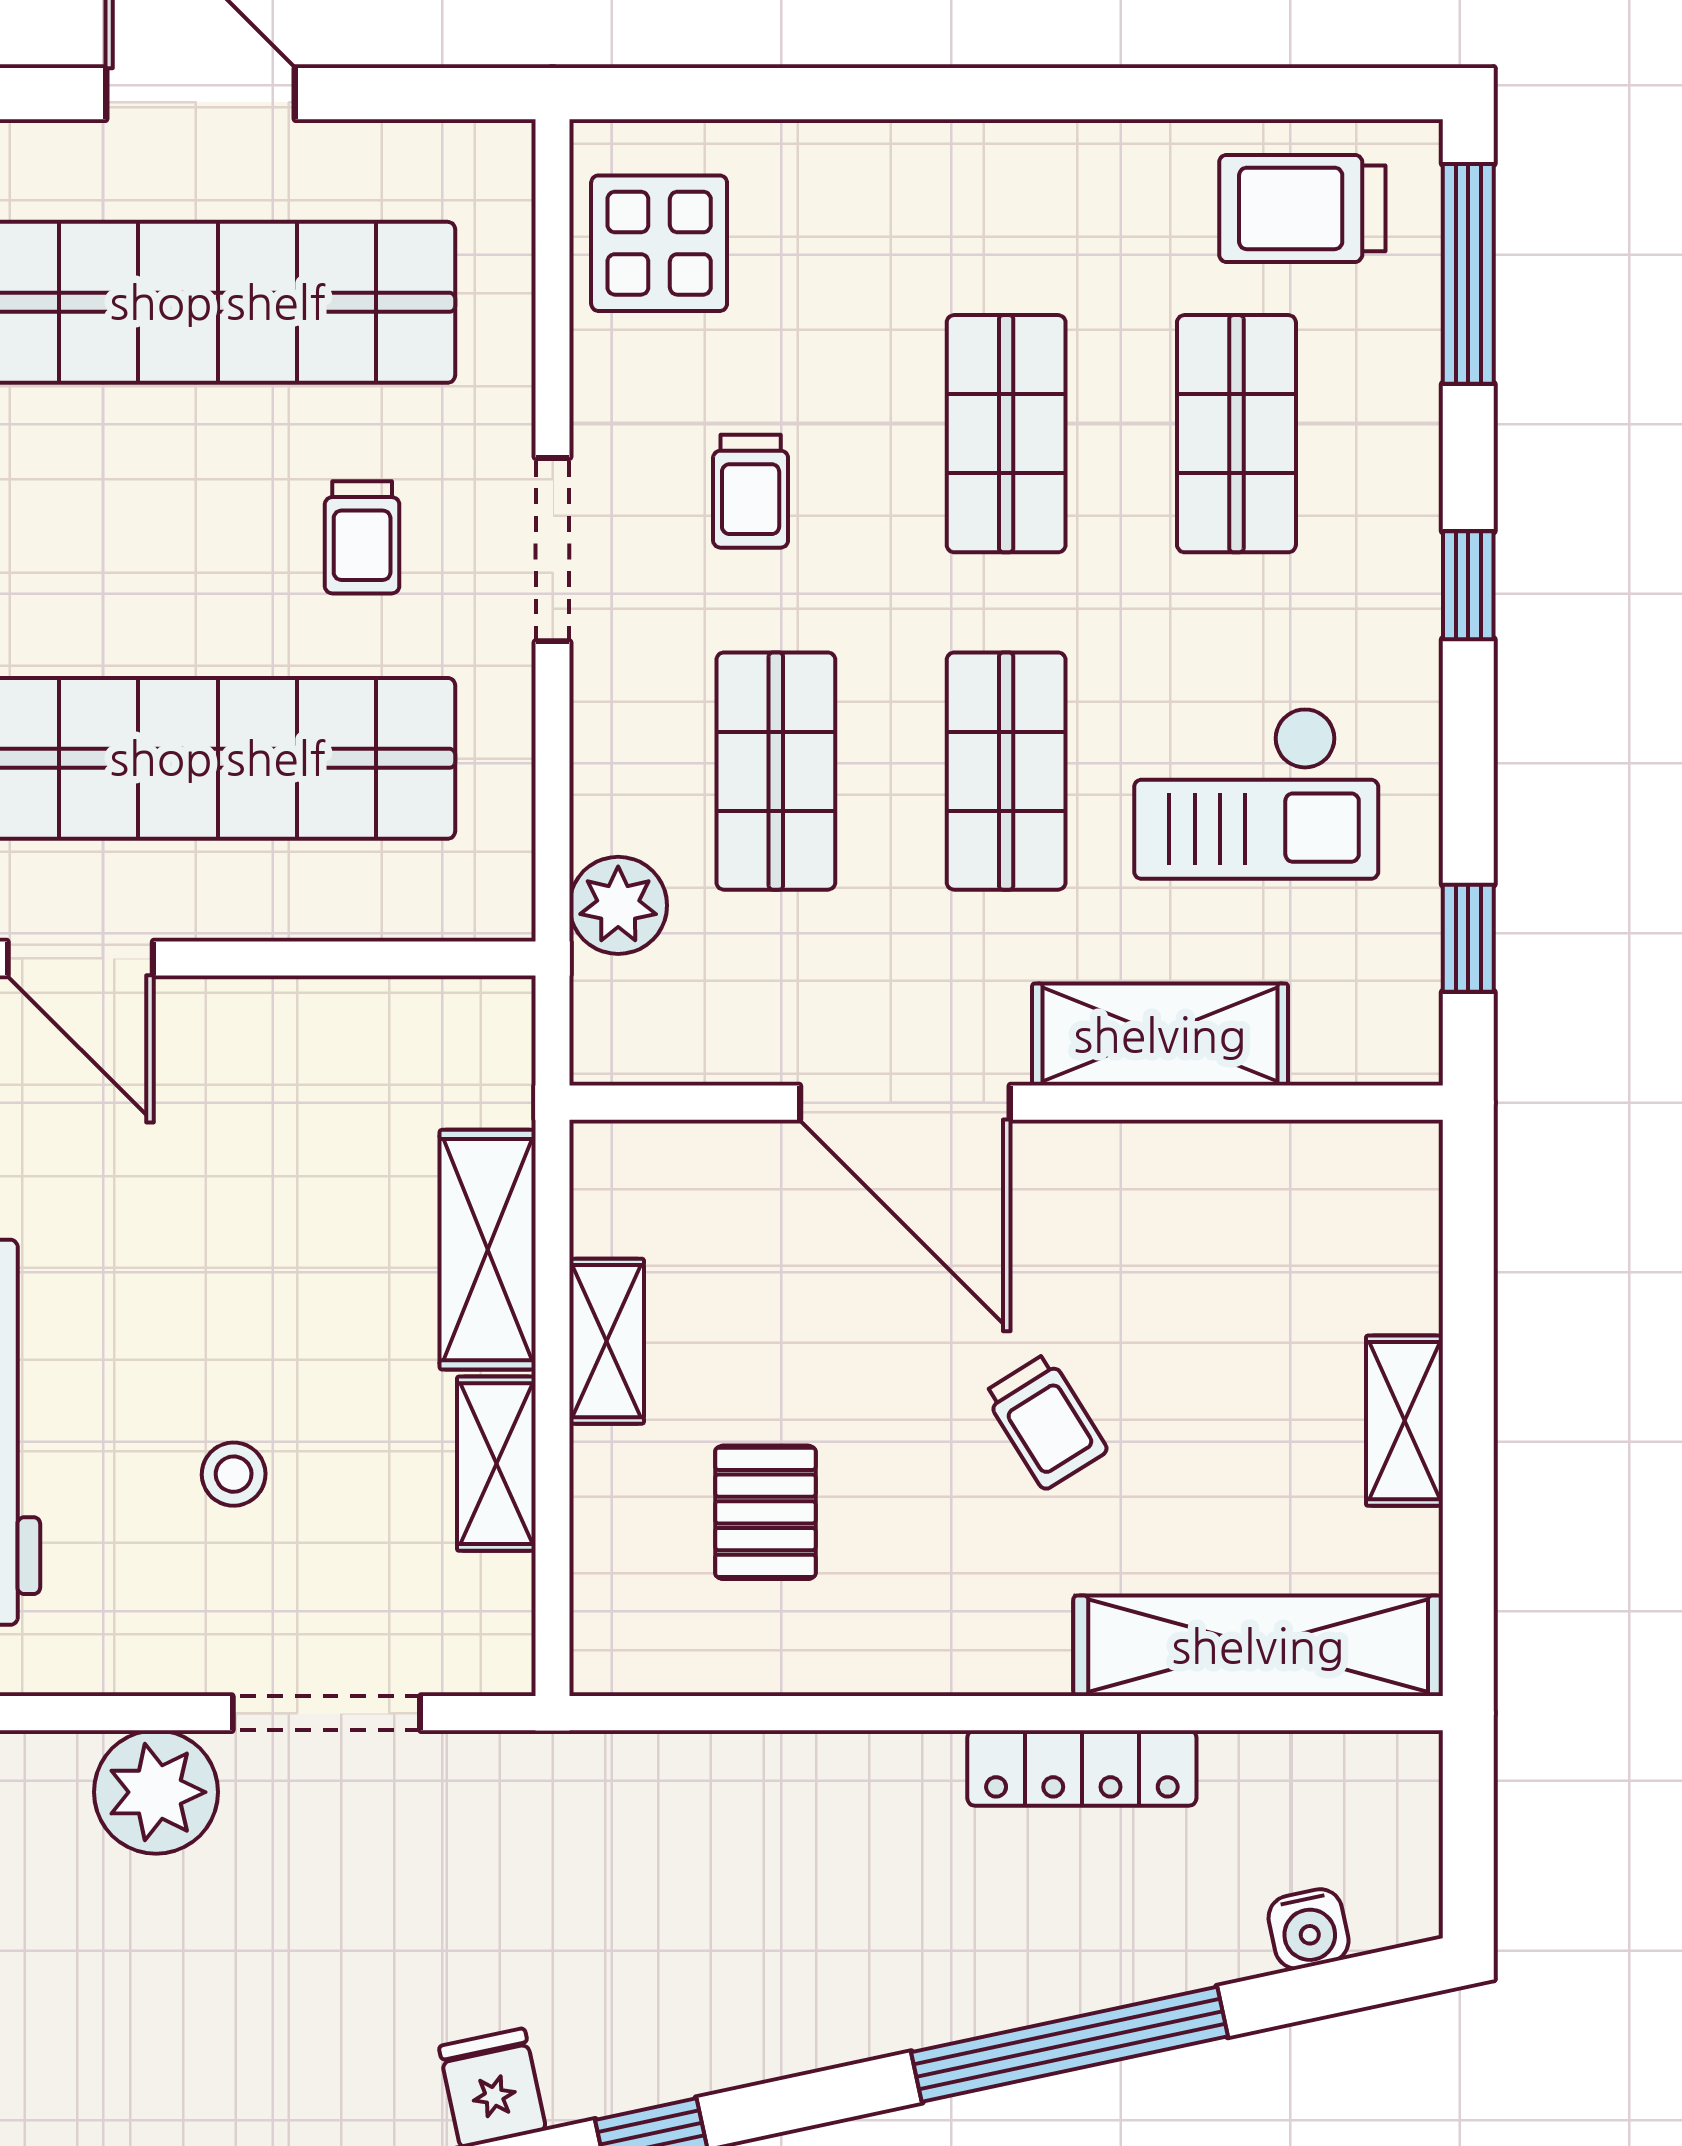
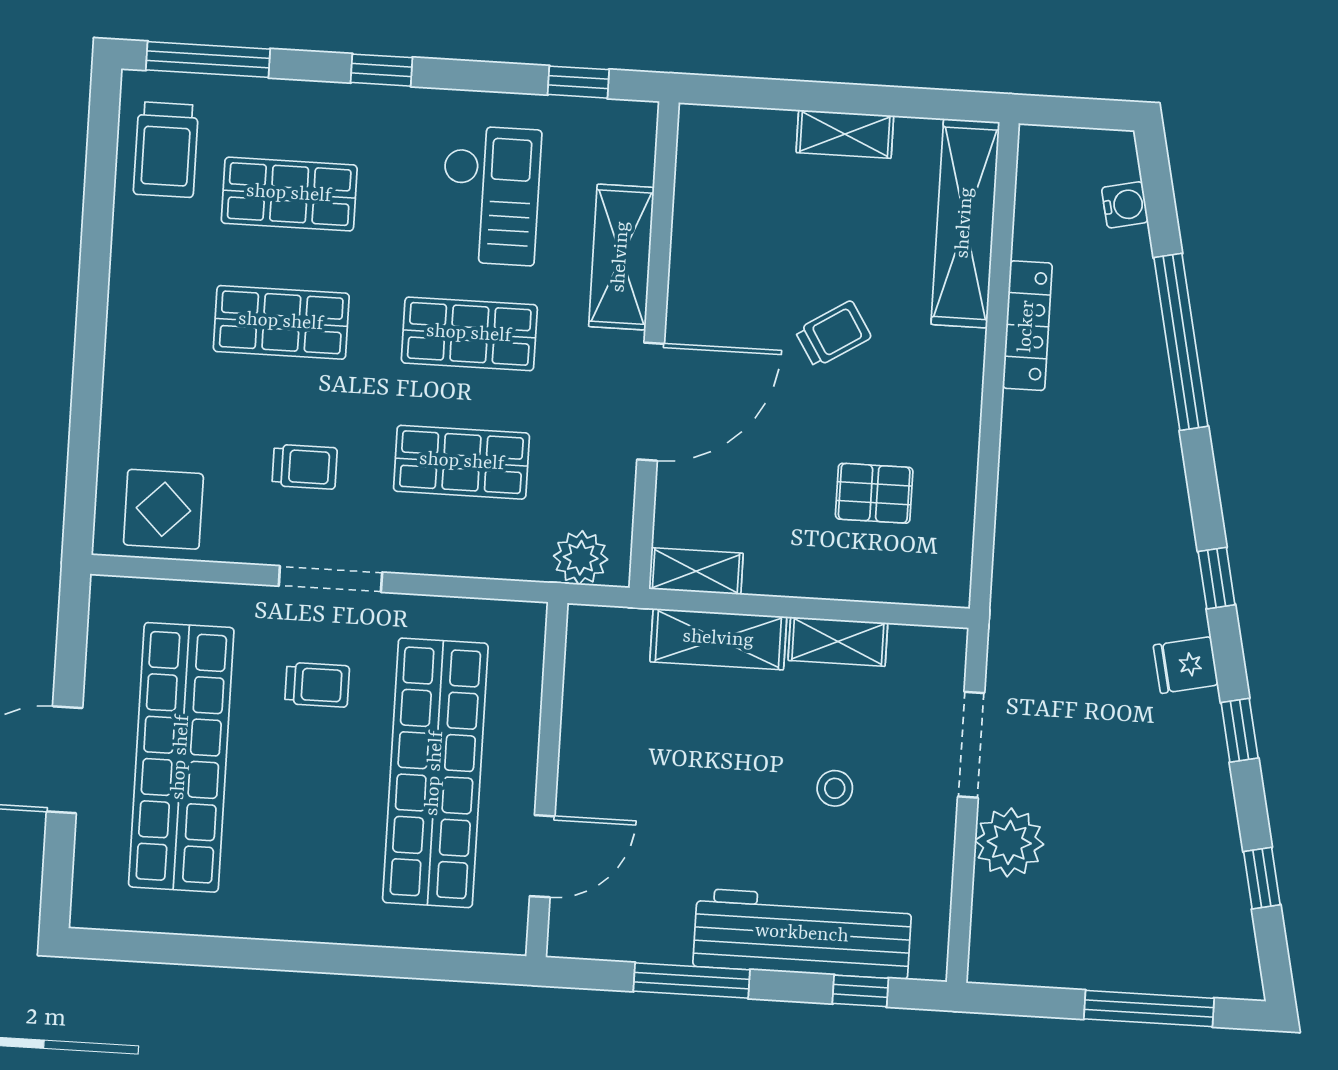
plant: (618, 905) -> (581, 558), moved
shelving: (607, 1341) -> (696, 571), moved

